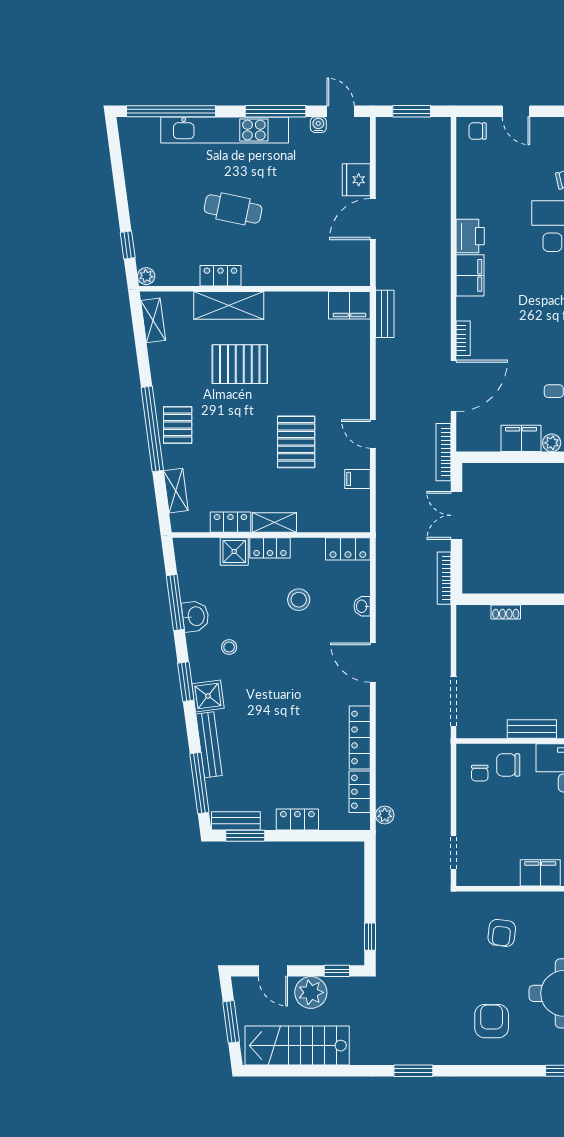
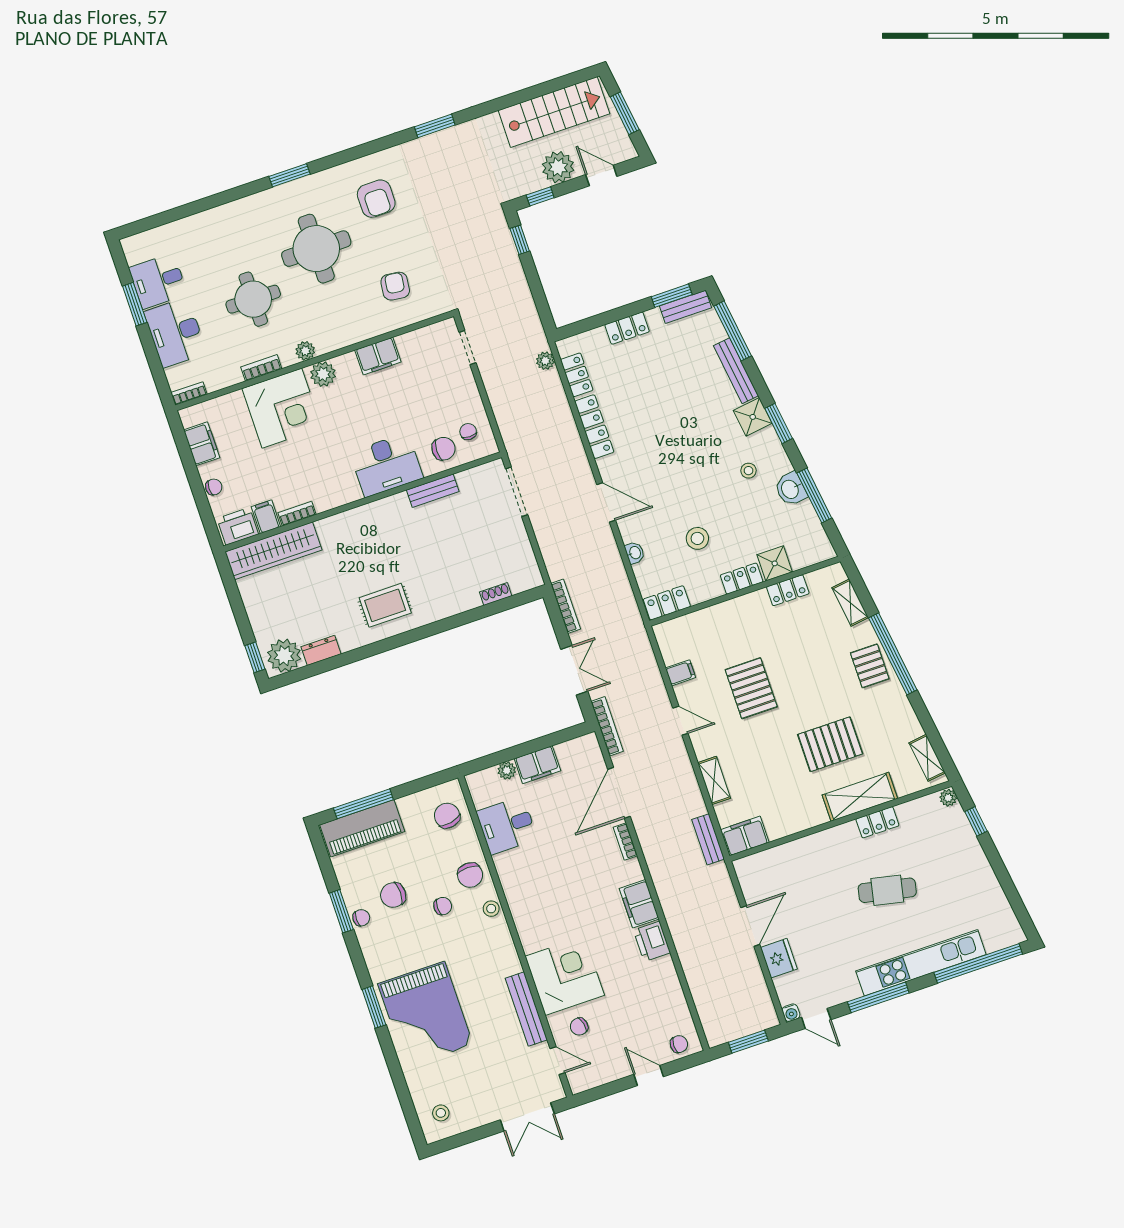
water cooler: (318, 125) -> (791, 1013), moved
shelving: (274, 522) -> (714, 780), moved, turned 90

